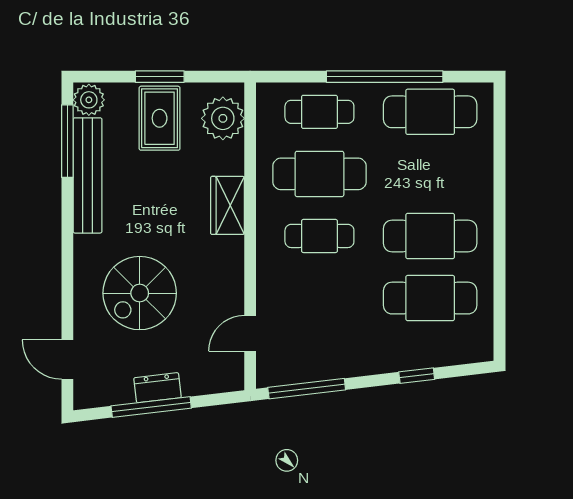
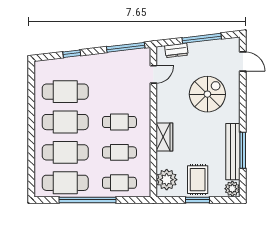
window: (67, 141) -> (243, 150), moved
cafe table: (319, 174) -> (119, 152), width x0.73, depth x0.74
cafe table: (430, 174) -> (65, 152), added
dresser: (157, 388) -> (176, 50), moved

